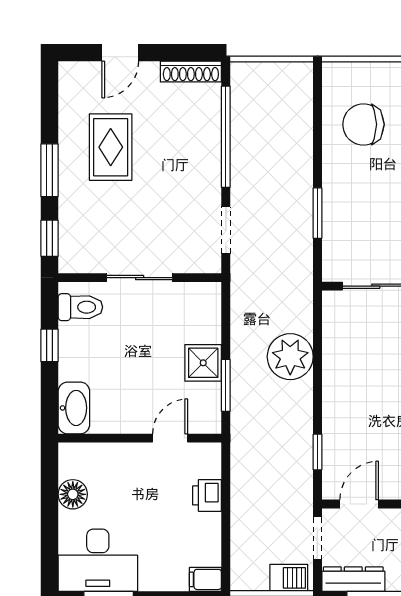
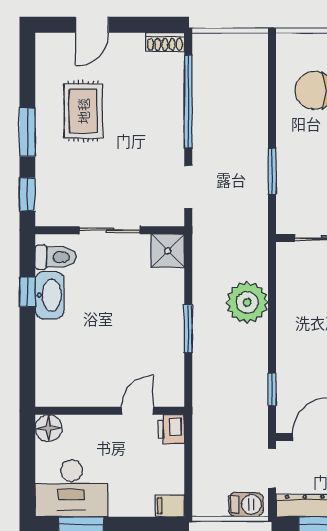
shoe rack: (191, 72) -> (165, 42), width x0.70
shower: (203, 363) -> (168, 251), moved
washbasin: (74, 408) -> (50, 295), moved
wall: (140, 438) -> (110, 411), moved
door: (170, 438) -> (137, 411), moved

